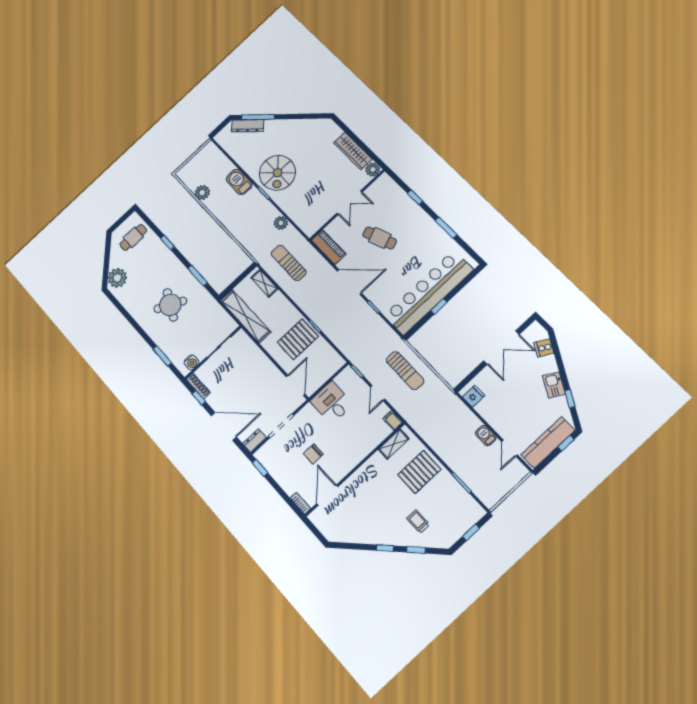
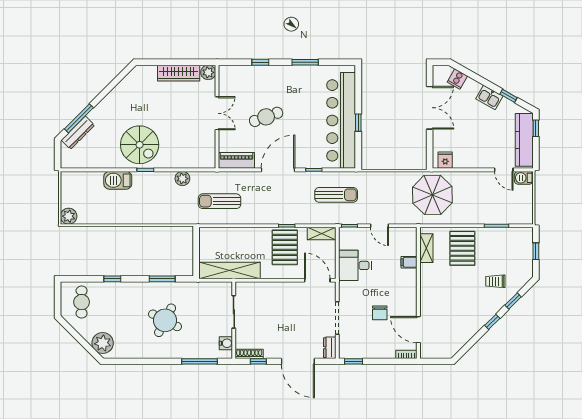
plant: (202, 193) -> (69, 216), moved
shelving: (264, 283) -> (322, 234), moved
window: (162, 356) -> (199, 361), width x1.44
sun lounger: (405, 371) -> (336, 195), moved
parasol: (438, 411) -> (432, 195), added
filing cabinet: (393, 420) -> (409, 262), moved
door: (224, 426) -> (298, 361), swing flipped
barbecue: (486, 436) -> (524, 178), moved

